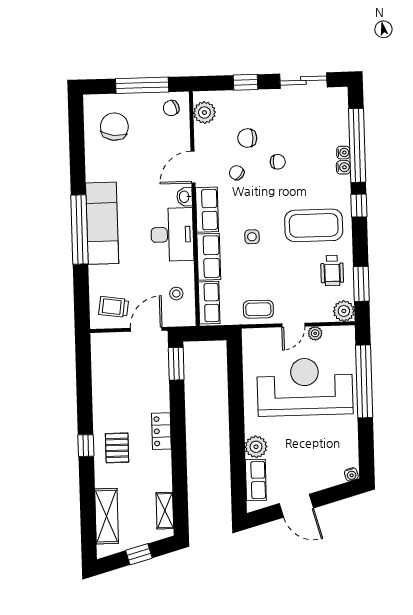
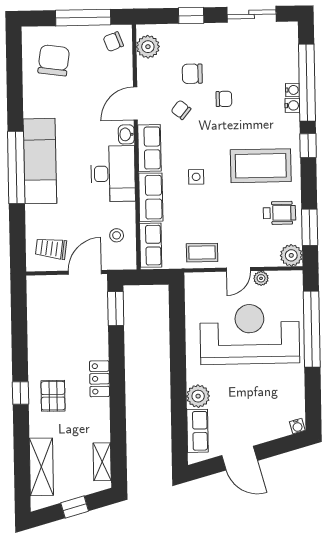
wheelchair: (332, 270) -> (279, 213), turned -90

